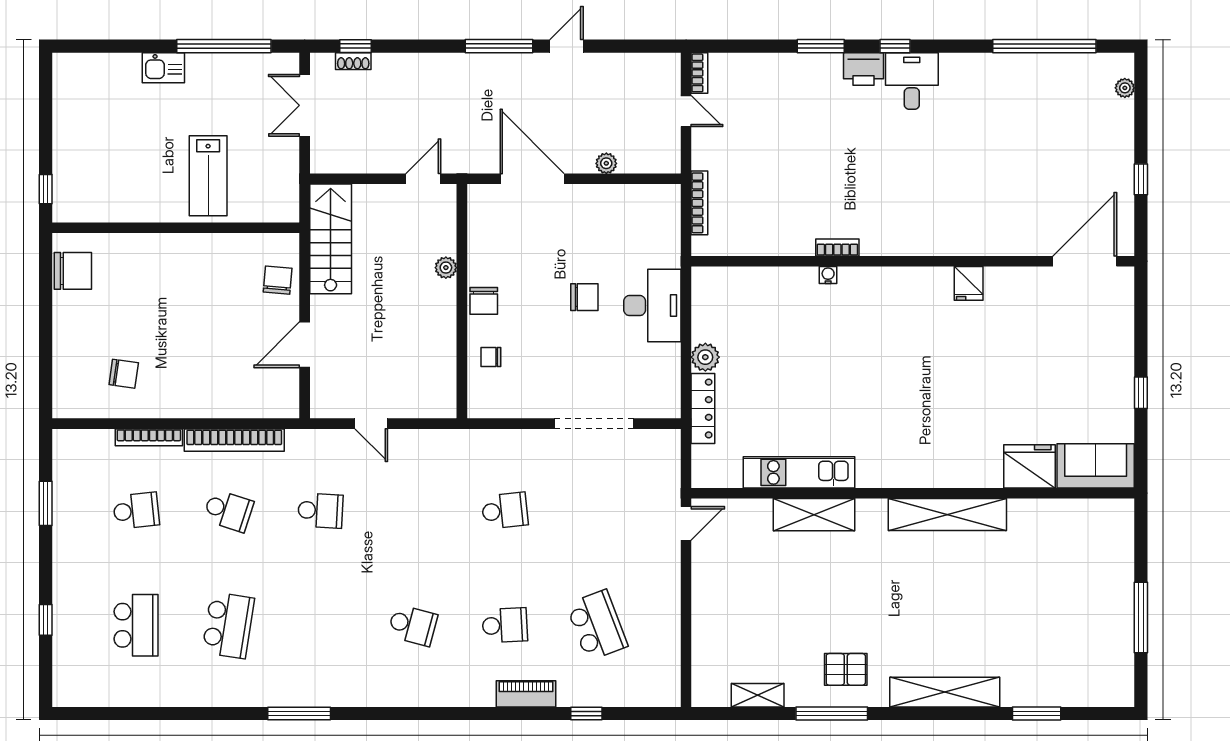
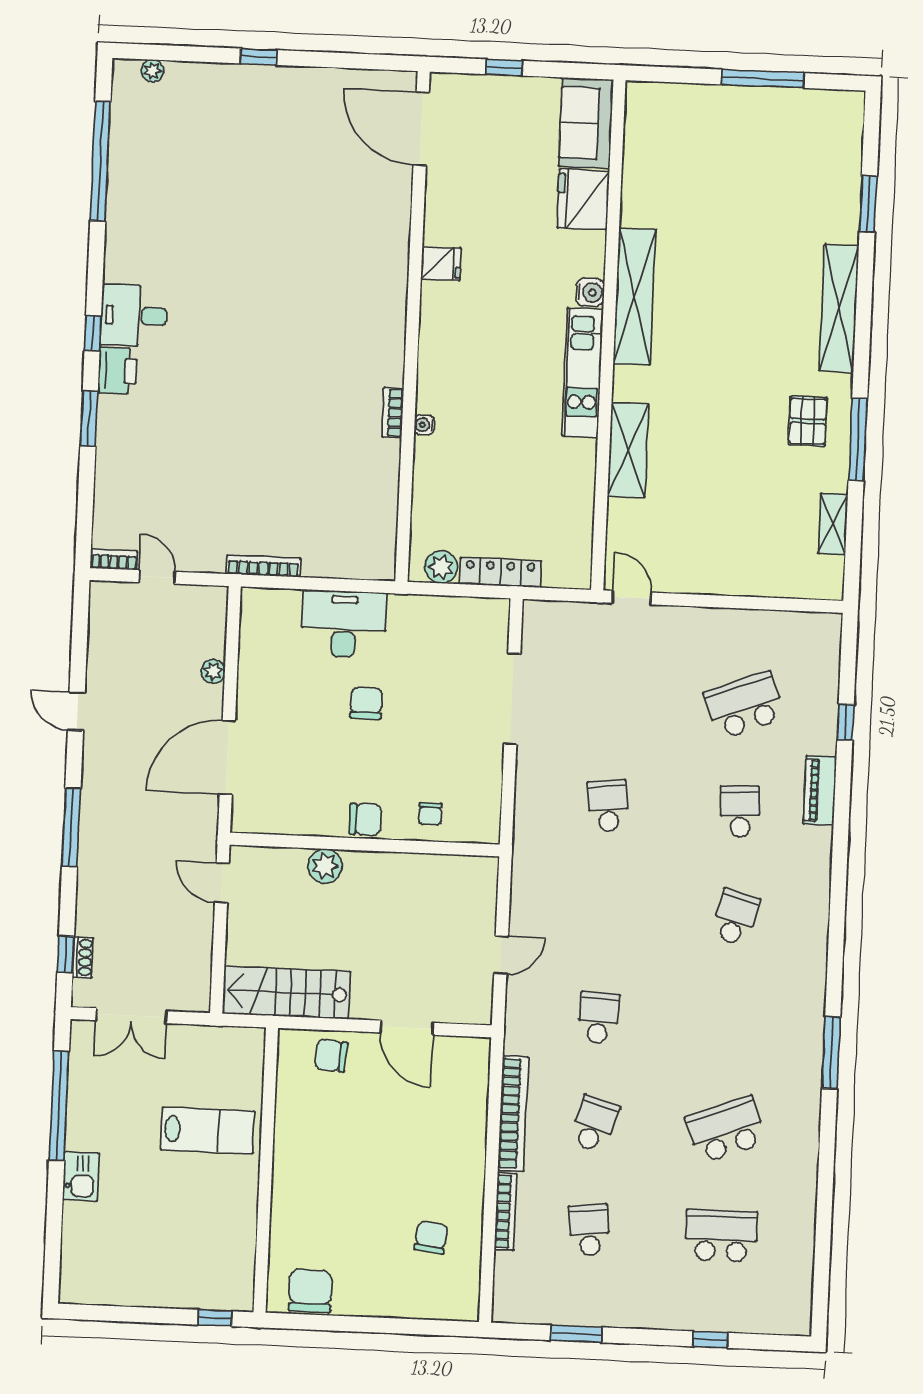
window: (499, 46) -> (71, 827), moved
door: (686, 111) -> (157, 577), hinge flipped
bookcase: (837, 247) -> (393, 413), moved
wall: (913, 261) -> (413, 327), moved
door: (1085, 261) -> (421, 129), moved
plant: (446, 268) -> (325, 866), width x1.38, depth x1.38
water cooler: (828, 275) -> (424, 425), moved
fridge: (969, 283) -> (441, 263), moved
desk: (652, 306) -> (344, 624), moved
kitchen unit: (799, 472) -> (583, 373), moved
water cooler: (949, 476) -> (590, 292), added
school desk: (228, 625) -> (726, 1130), turned -30

